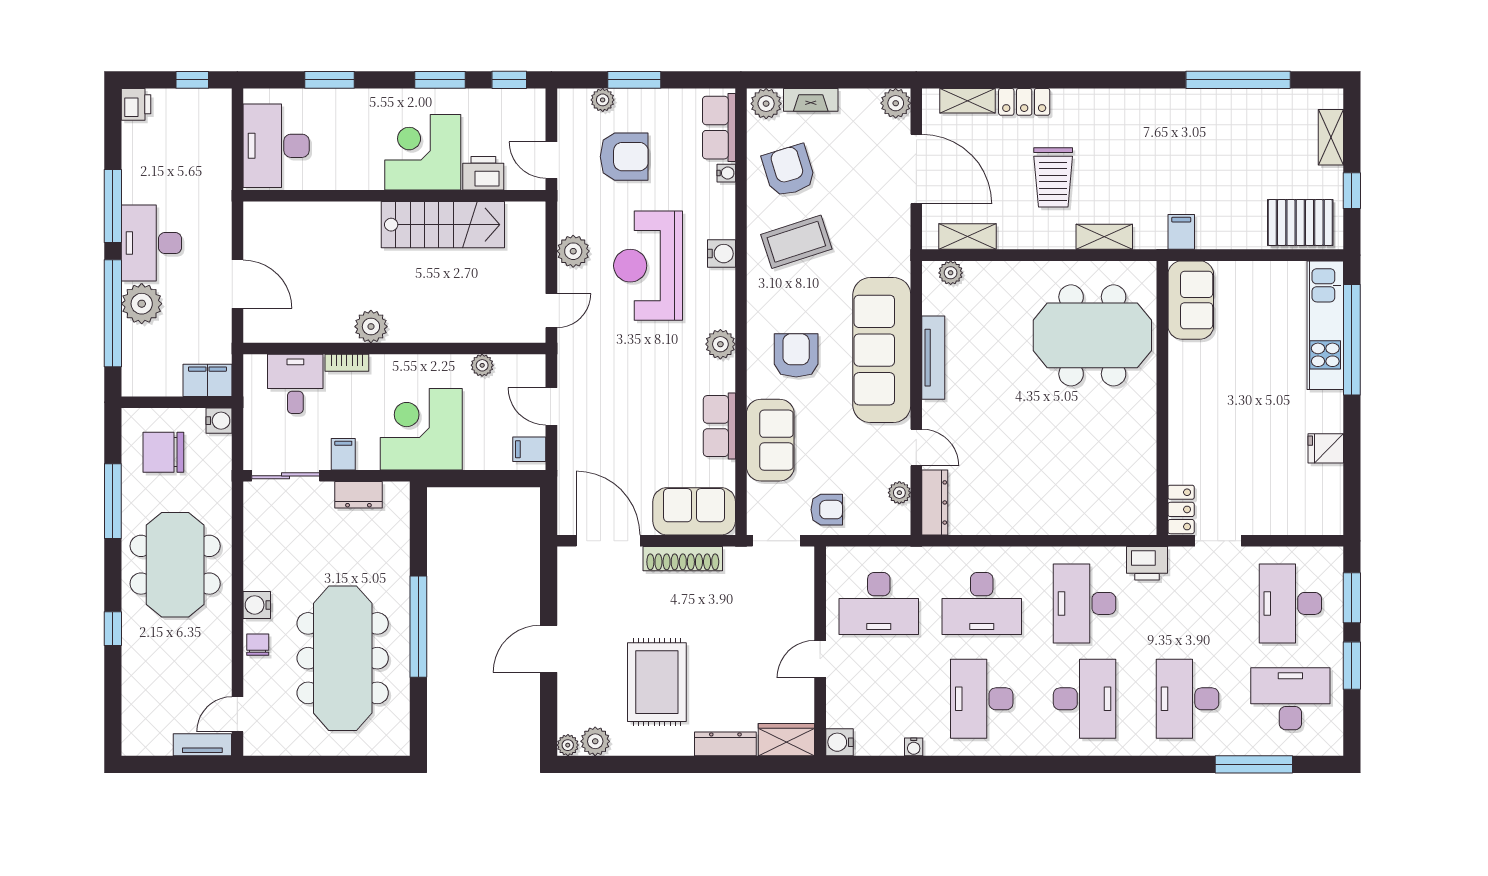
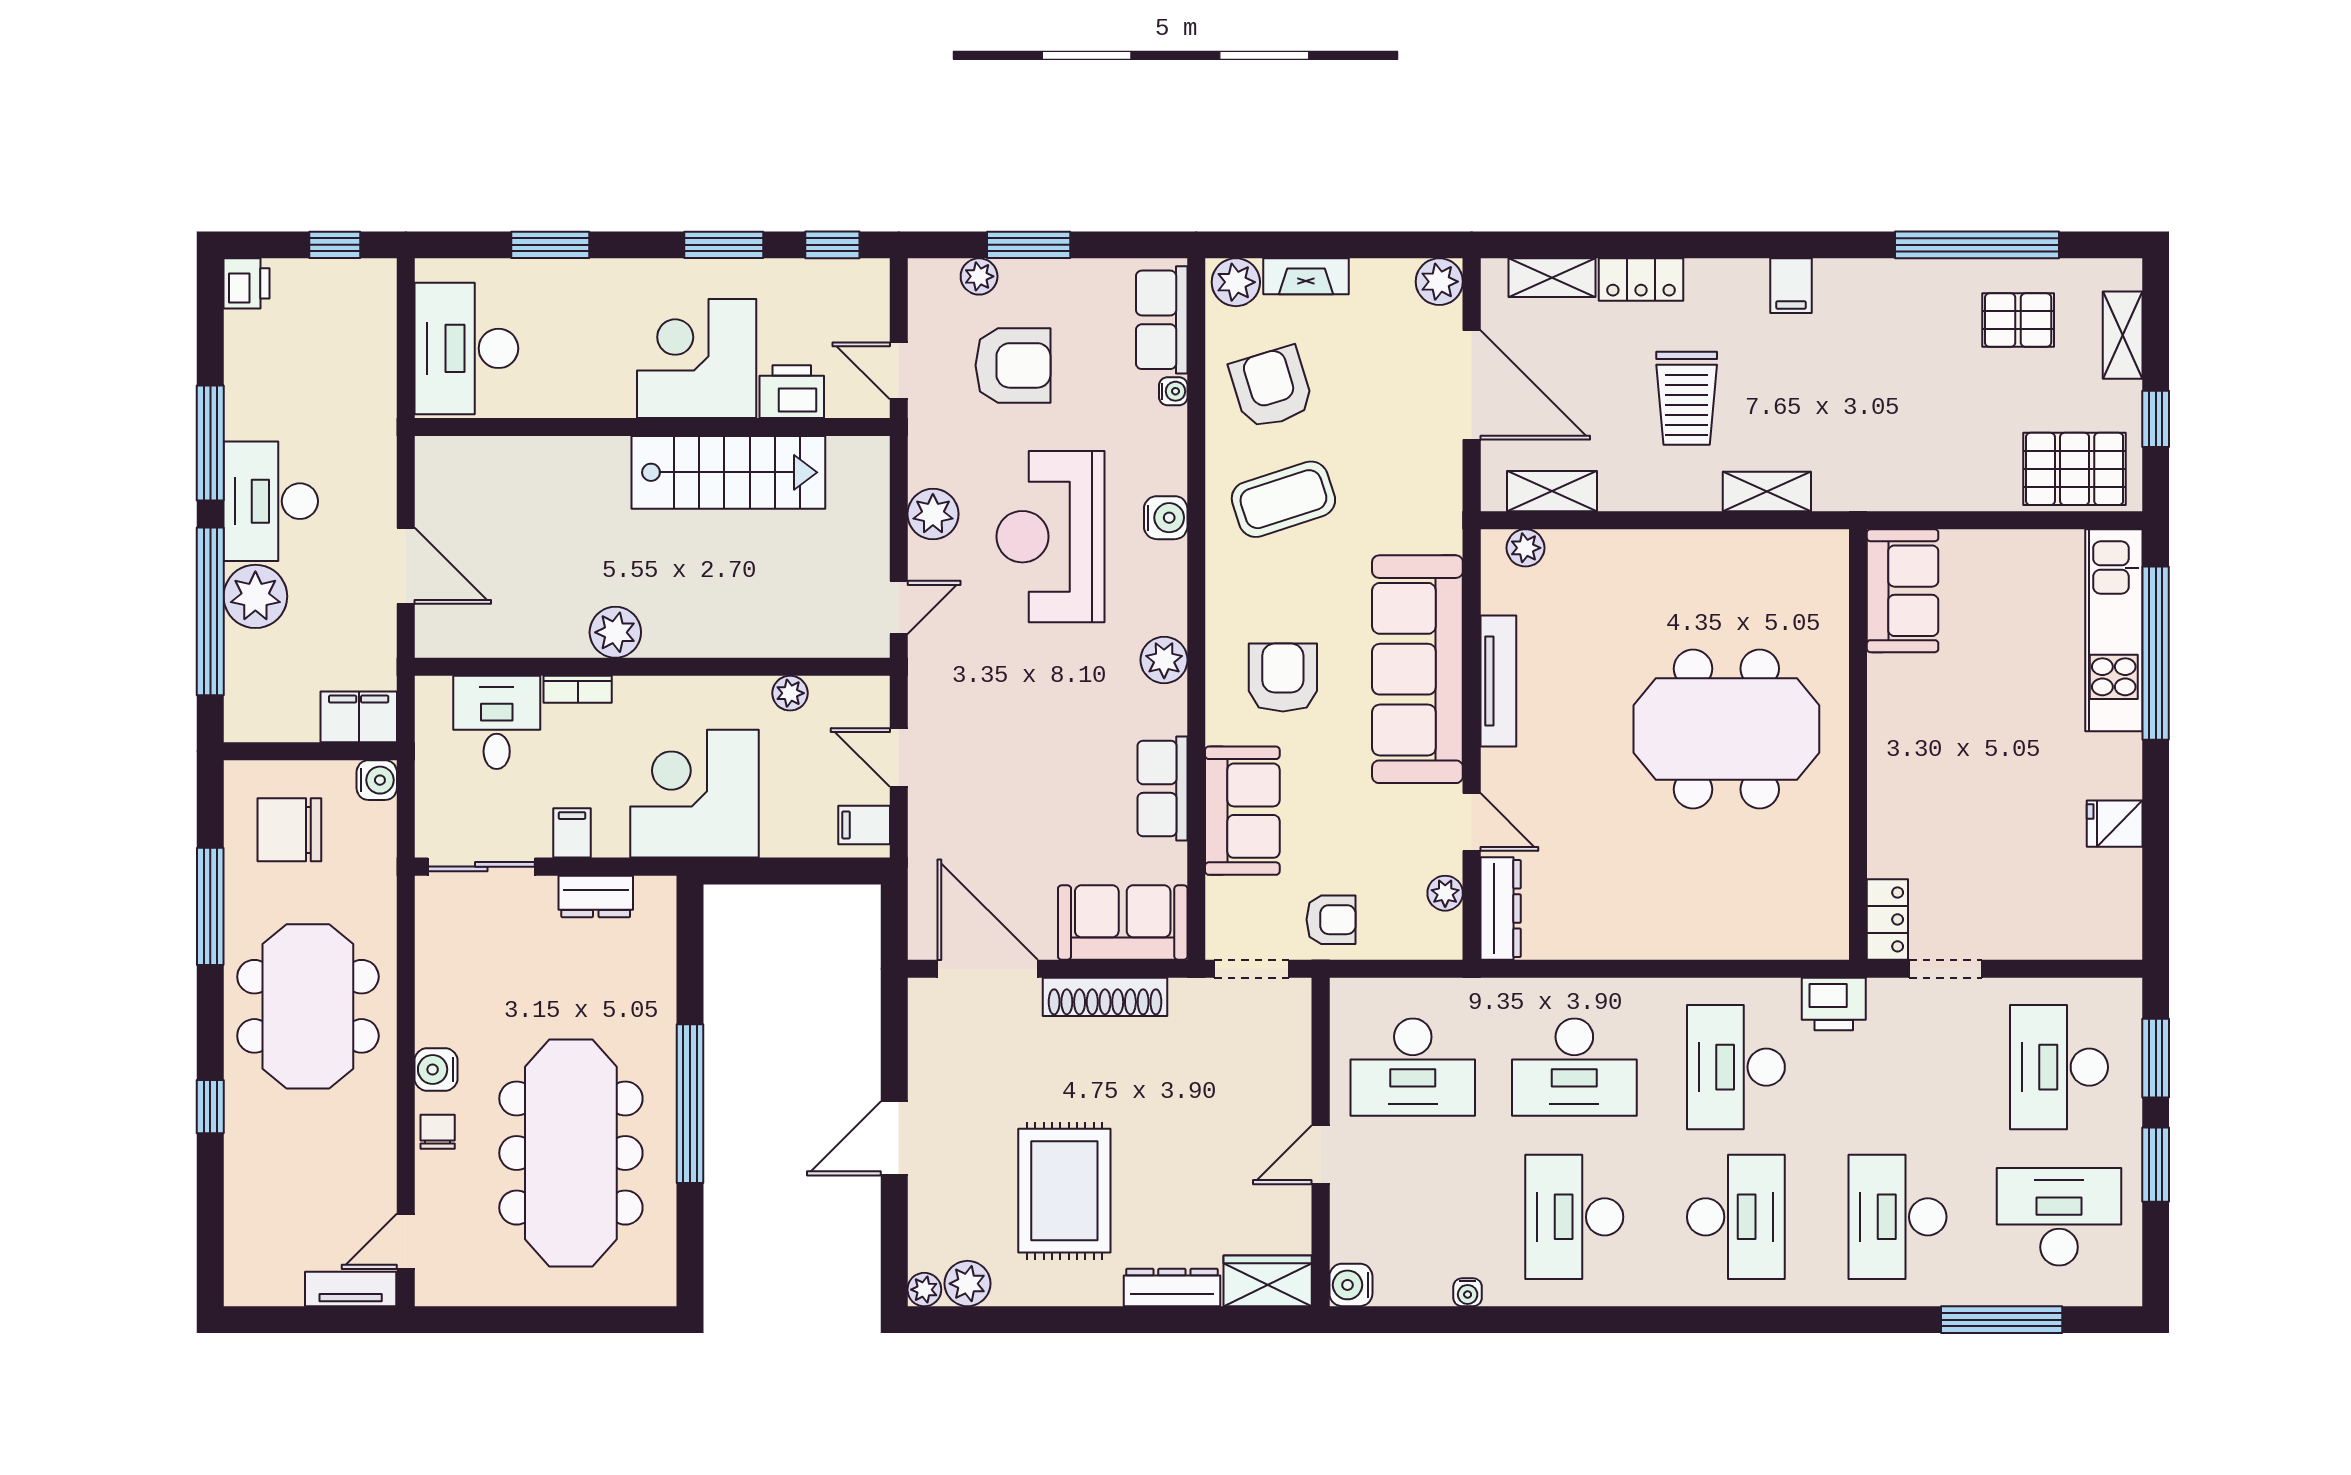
pallet: (1264, 128) -> (2018, 320), added
filing cabinet: (1181, 232) -> (1791, 286), moved, turned 180
meeting table: (1092, 335) -> (1726, 729), moved

